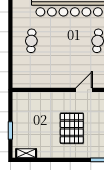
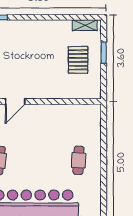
pallet: (72, 128) -> (78, 60), moved, width x0.73, depth x0.71

